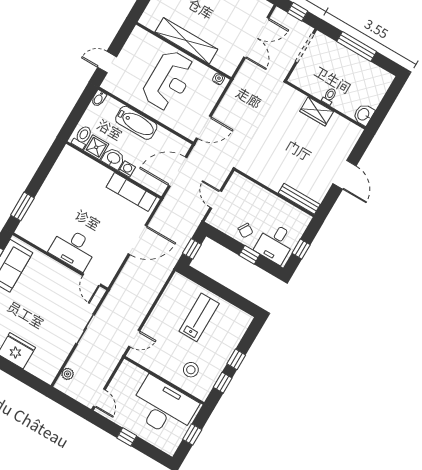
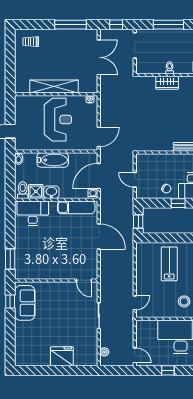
washing machine: (127, 169) -> (93, 194), moved
door: (138, 240) -> (99, 236), hinge flipped
desk: (73, 249) -> (33, 213), moved, turned 180

